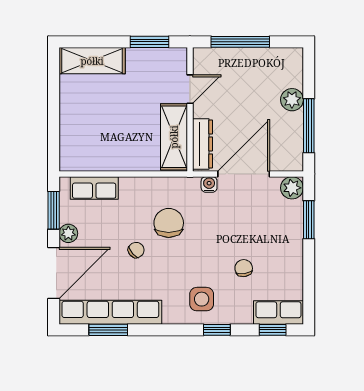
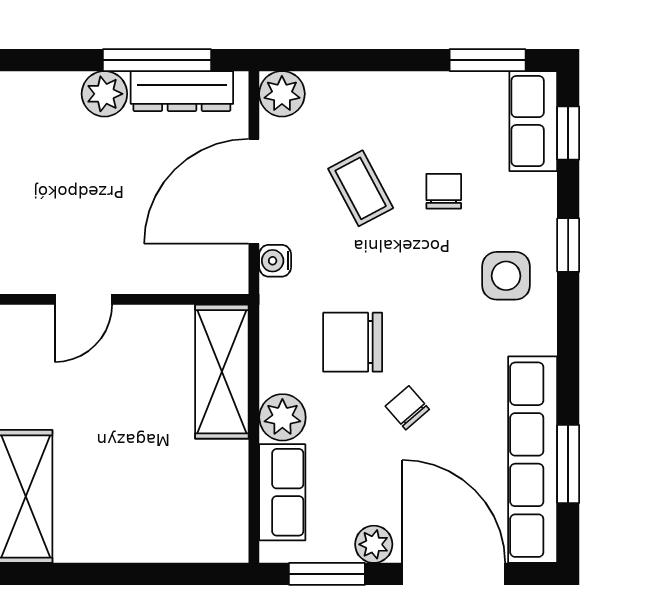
door: (190, 89) -> (83, 299), swing flipped
shelving: (174, 137) -> (222, 372), moved, turned 90
dresser: (203, 144) -> (182, 91), moved, turned 180
door: (244, 174) -> (254, 191), hinge flipped
plant: (131, 188) -> (282, 417), added
window: (309, 220) -> (488, 60), moved
coffee table: (245, 227) -> (361, 188), added
chair: (244, 268) -> (444, 191), turned 98

